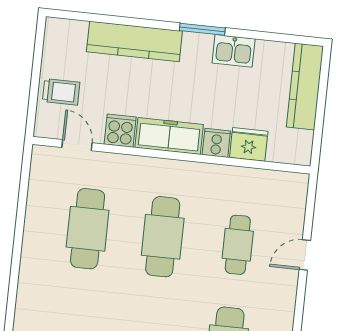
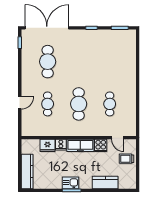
kitchen counter: (134, 41) -> (105, 183), width x0.67
kitchen sink: (234, 51) -> (71, 183), moved
cafe table: (88, 229) -> (110, 104), width x0.73, depth x0.74

